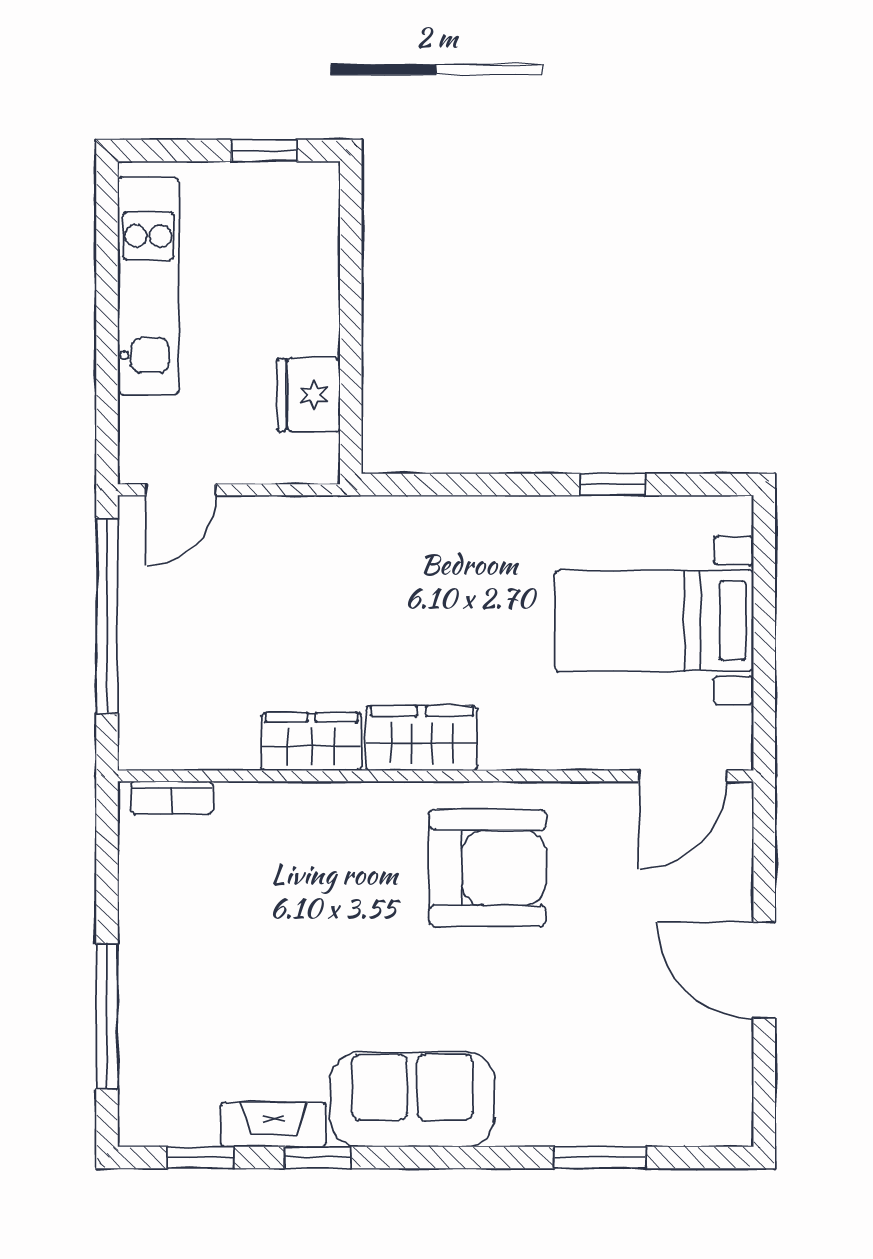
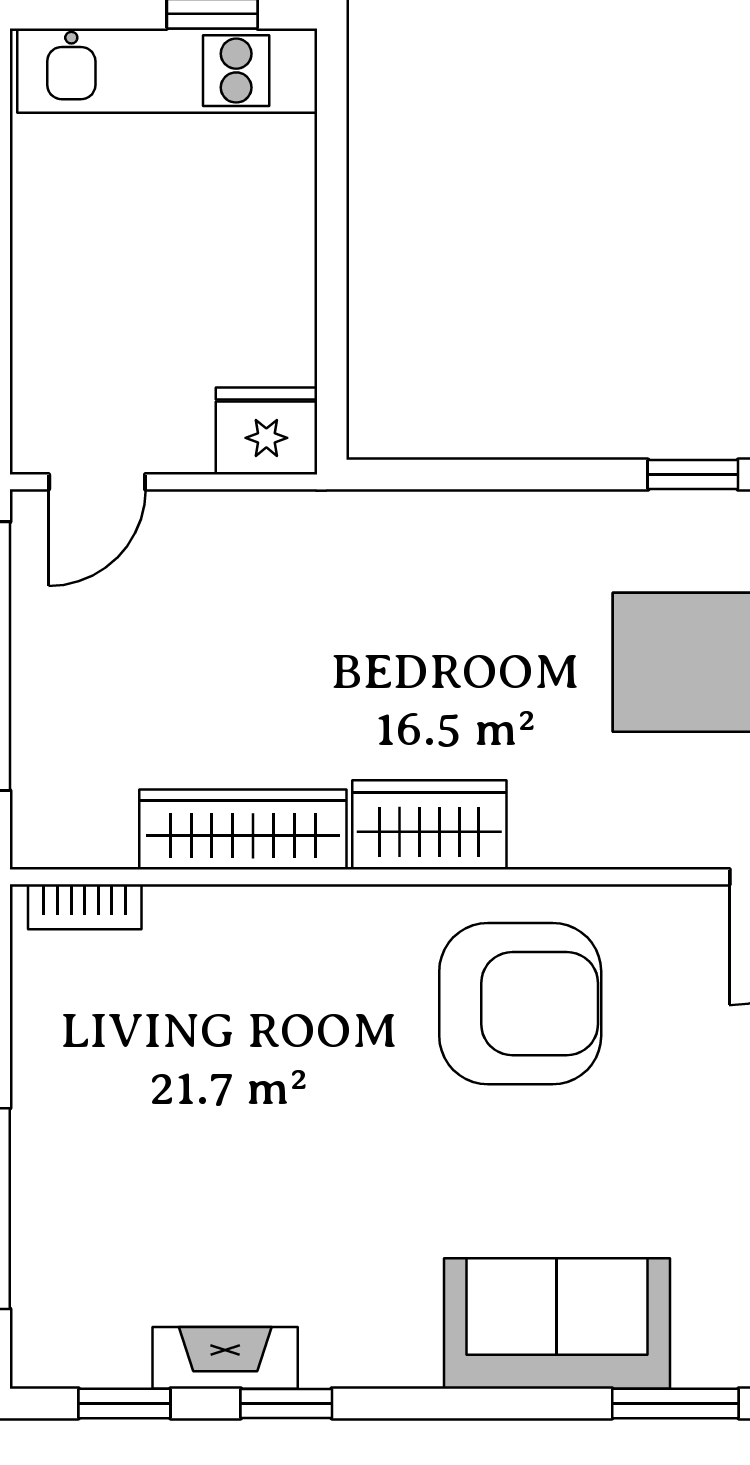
kitchen unit: (148, 286) -> (167, 71), moved, turned 90
fridge: (309, 395) -> (266, 431), moved, turned 90
wardrobe: (312, 742) -> (243, 829), width x1.50
sofa: (412, 1100) -> (557, 1324), moved

